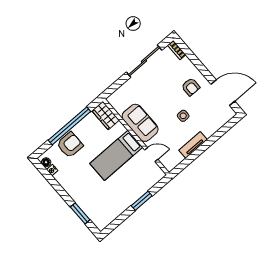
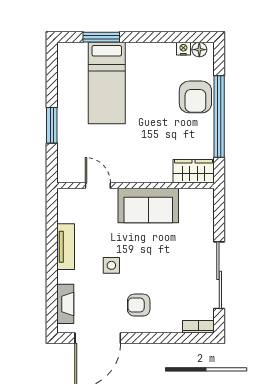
fireplace: (220, 122) -> (65, 304), added
bed: (116, 155) -> (107, 83), moved, turned 180
door: (151, 155) -> (98, 186), swing flipped

